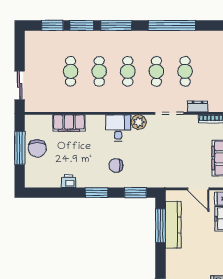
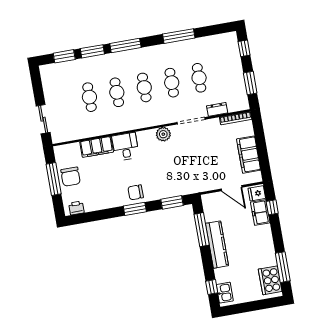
window: (172, 25) -> (179, 36), width x0.68
desk: (118, 128) -> (125, 147), moved
chair: (116, 165) -> (136, 192), moved
printer: (69, 181) -> (76, 208), moved
kitchen counter: (173, 225) -> (217, 245), moved

